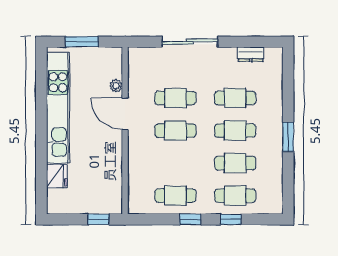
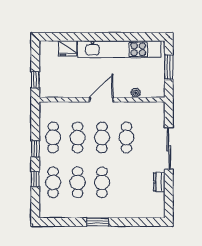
dresser: (251, 54) -> (159, 182), moved
cafe table: (235, 98) -> (78, 137), moved
door: (125, 114) -> (101, 100), moved

